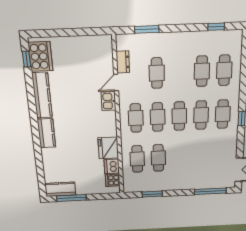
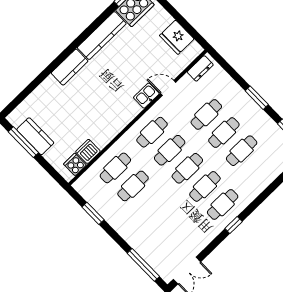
window: (147, 29) -> (257, 98), moved
dresser: (123, 62) -> (200, 68), moved
cafe table: (224, 70) -> (224, 133), moved
fridge: (108, 148) -> (177, 37), moved, turned -90
kitchen counter: (60, 189) -> (35, 136), moved

